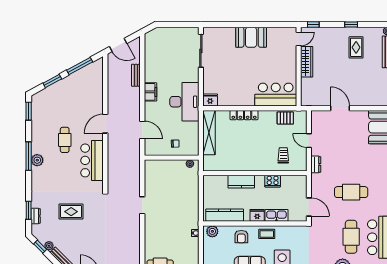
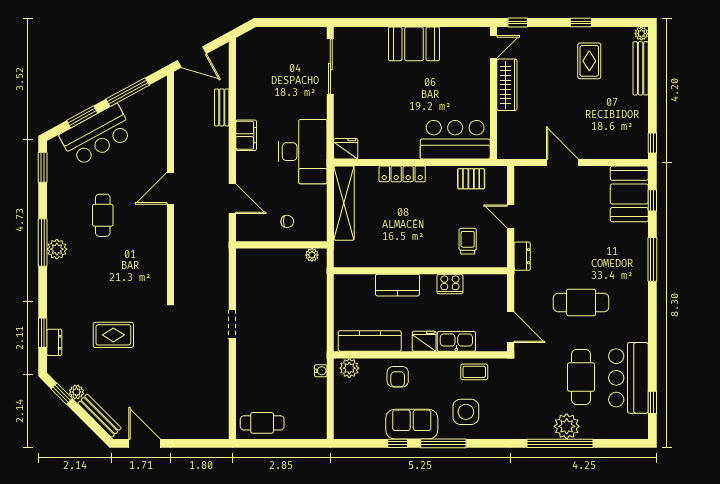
bar counter: (92, 160) -> (97, 135), moved, turned -119
coffee table: (267, 234) -> (474, 372), moved

